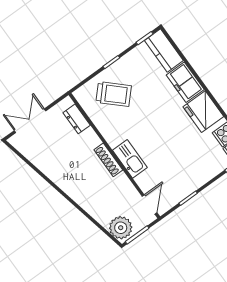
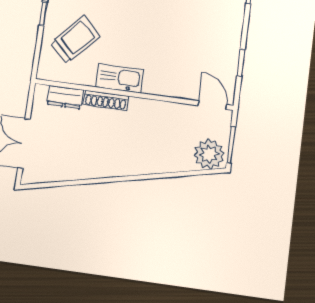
kitchen sink: (130, 159) -> (120, 78), moved
shoe rack: (108, 160) -> (106, 100), moved

